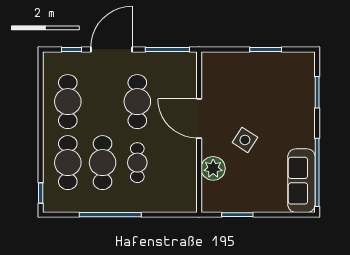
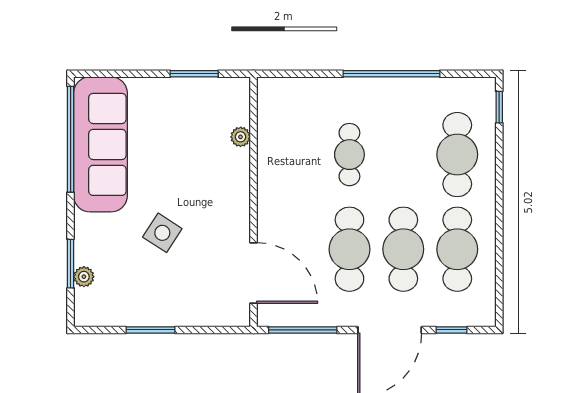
plant: (309, 84) -> (84, 277), added
door: (199, 118) -> (254, 273), moved
side table: (245, 140) -> (162, 233), moved
cafe table: (103, 163) -> (403, 249), moved
plant: (213, 168) -> (241, 137), width x0.53, depth x0.53
sofa: (301, 181) -> (100, 144), width x1.36, depth x1.27

